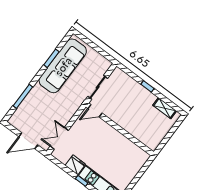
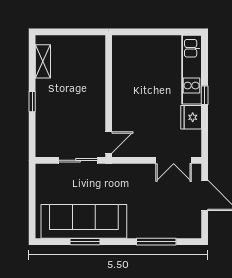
door: (95, 111) -> (109, 142), hinge flipped

